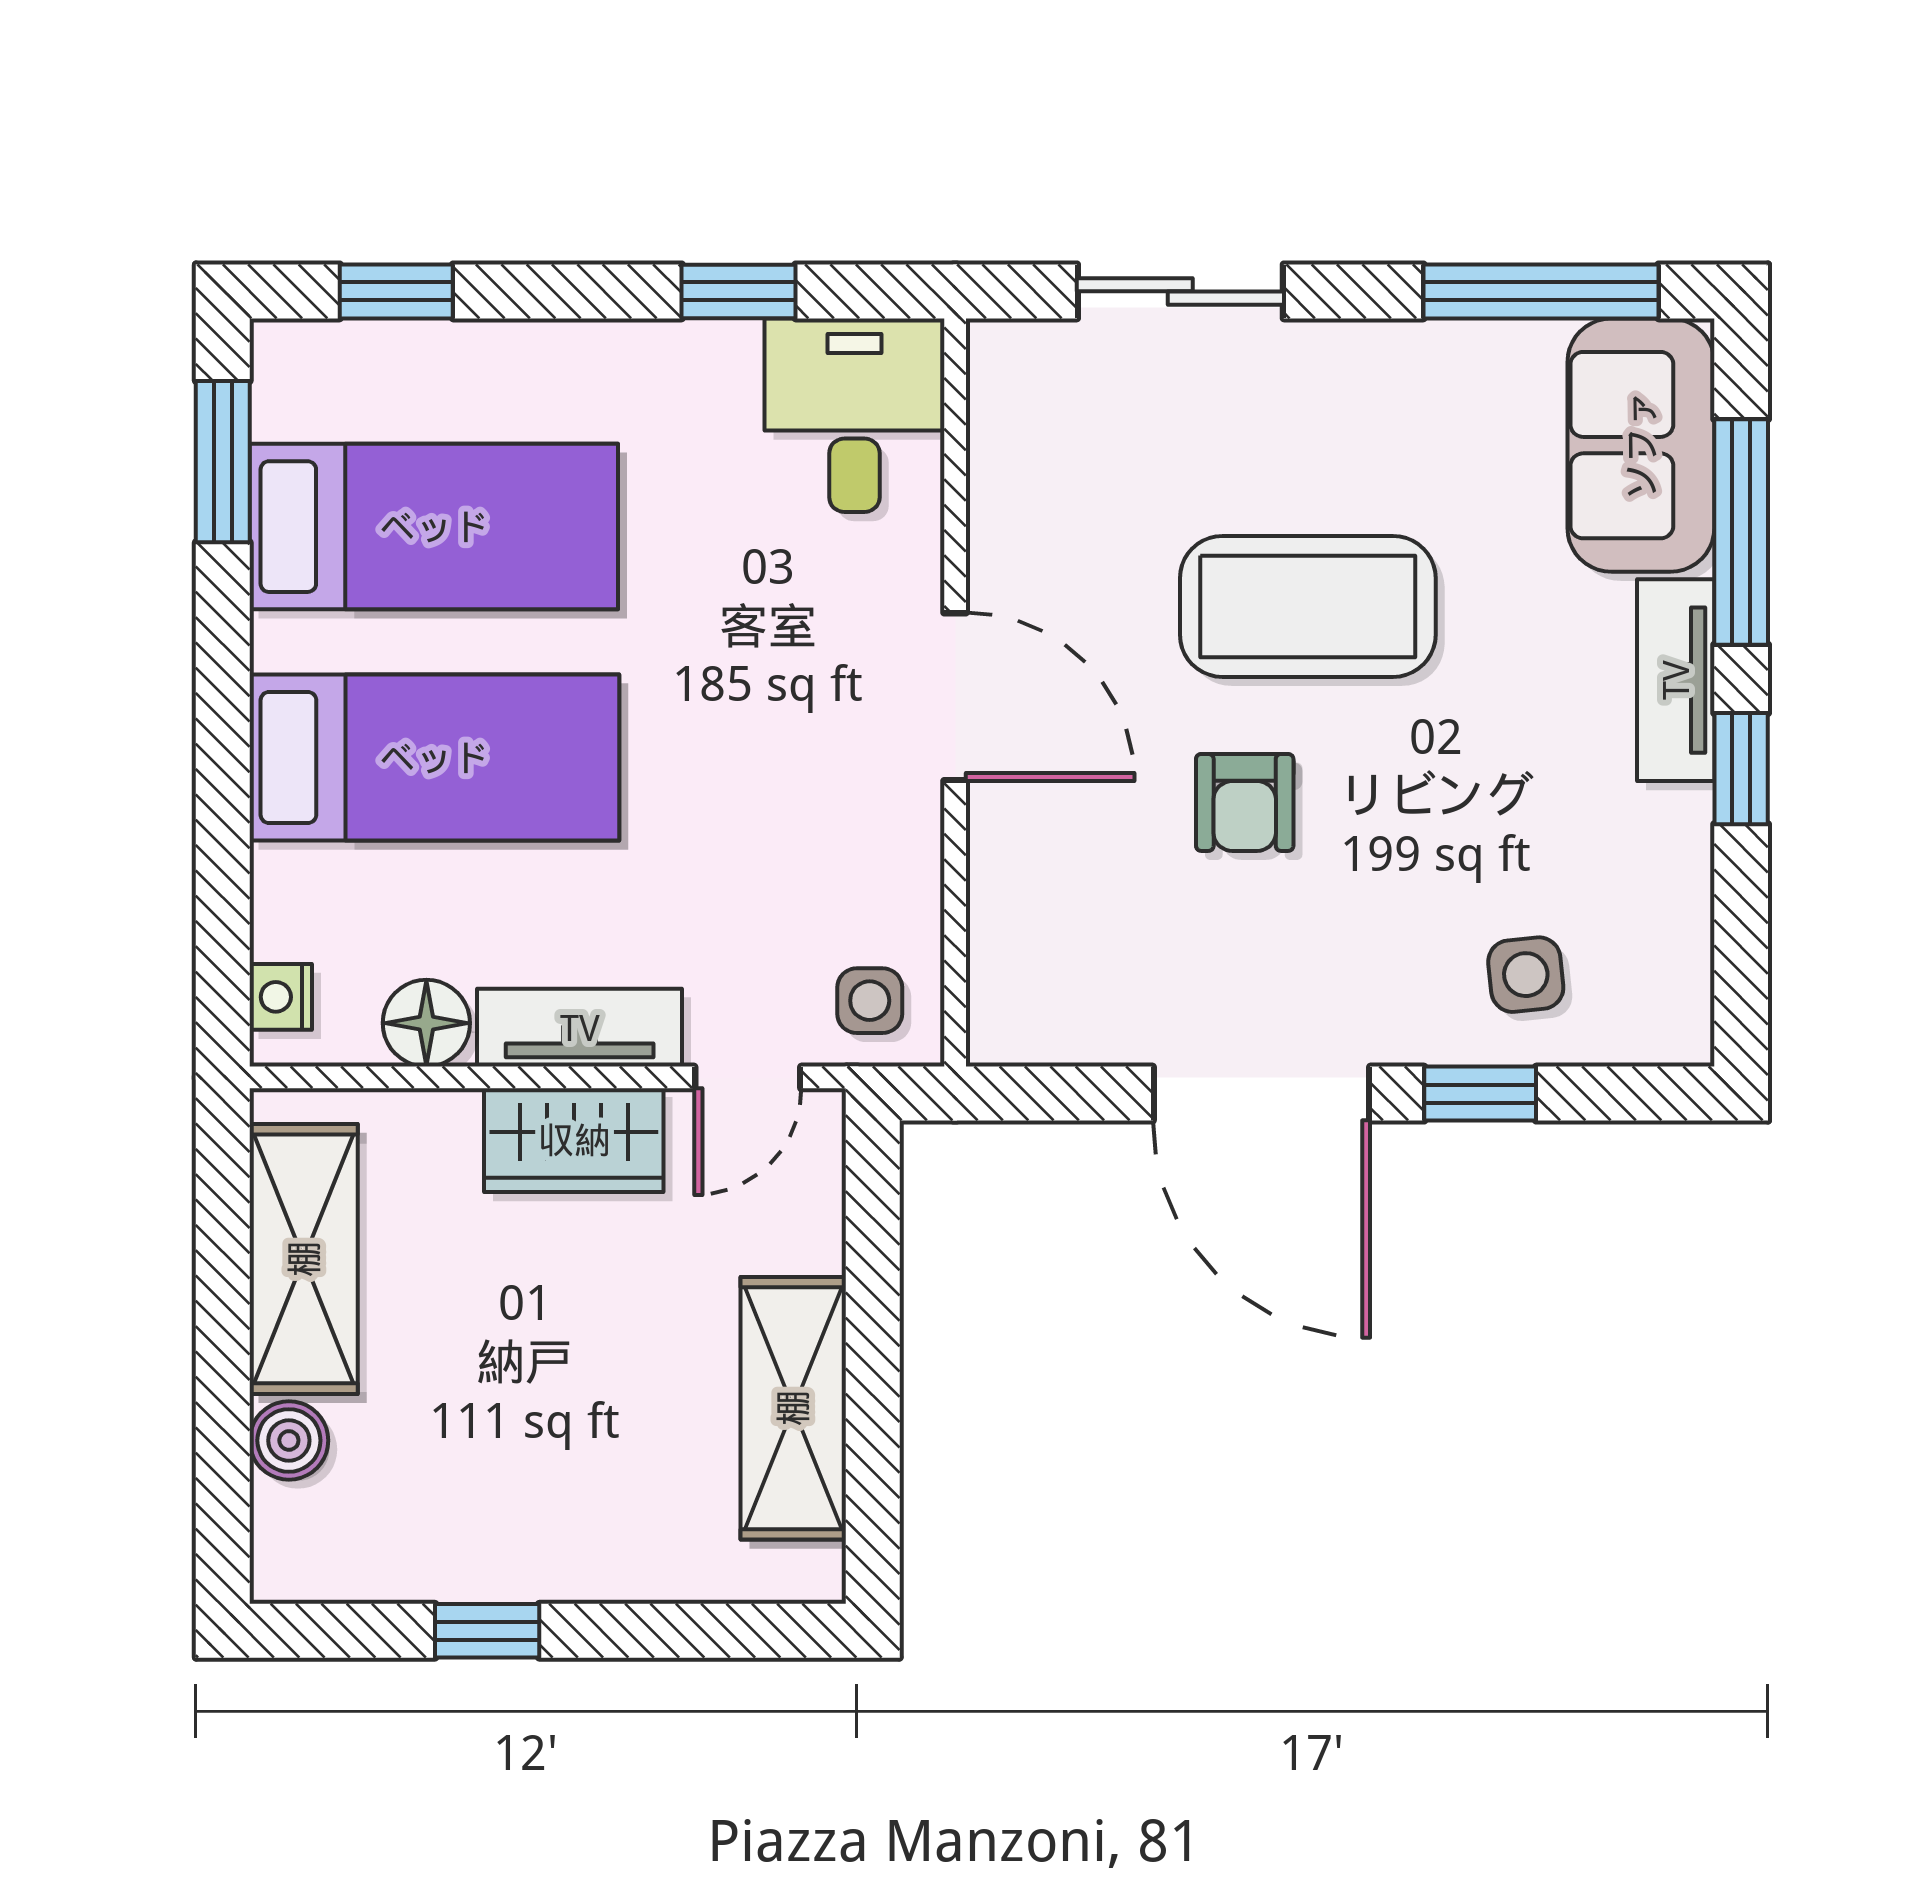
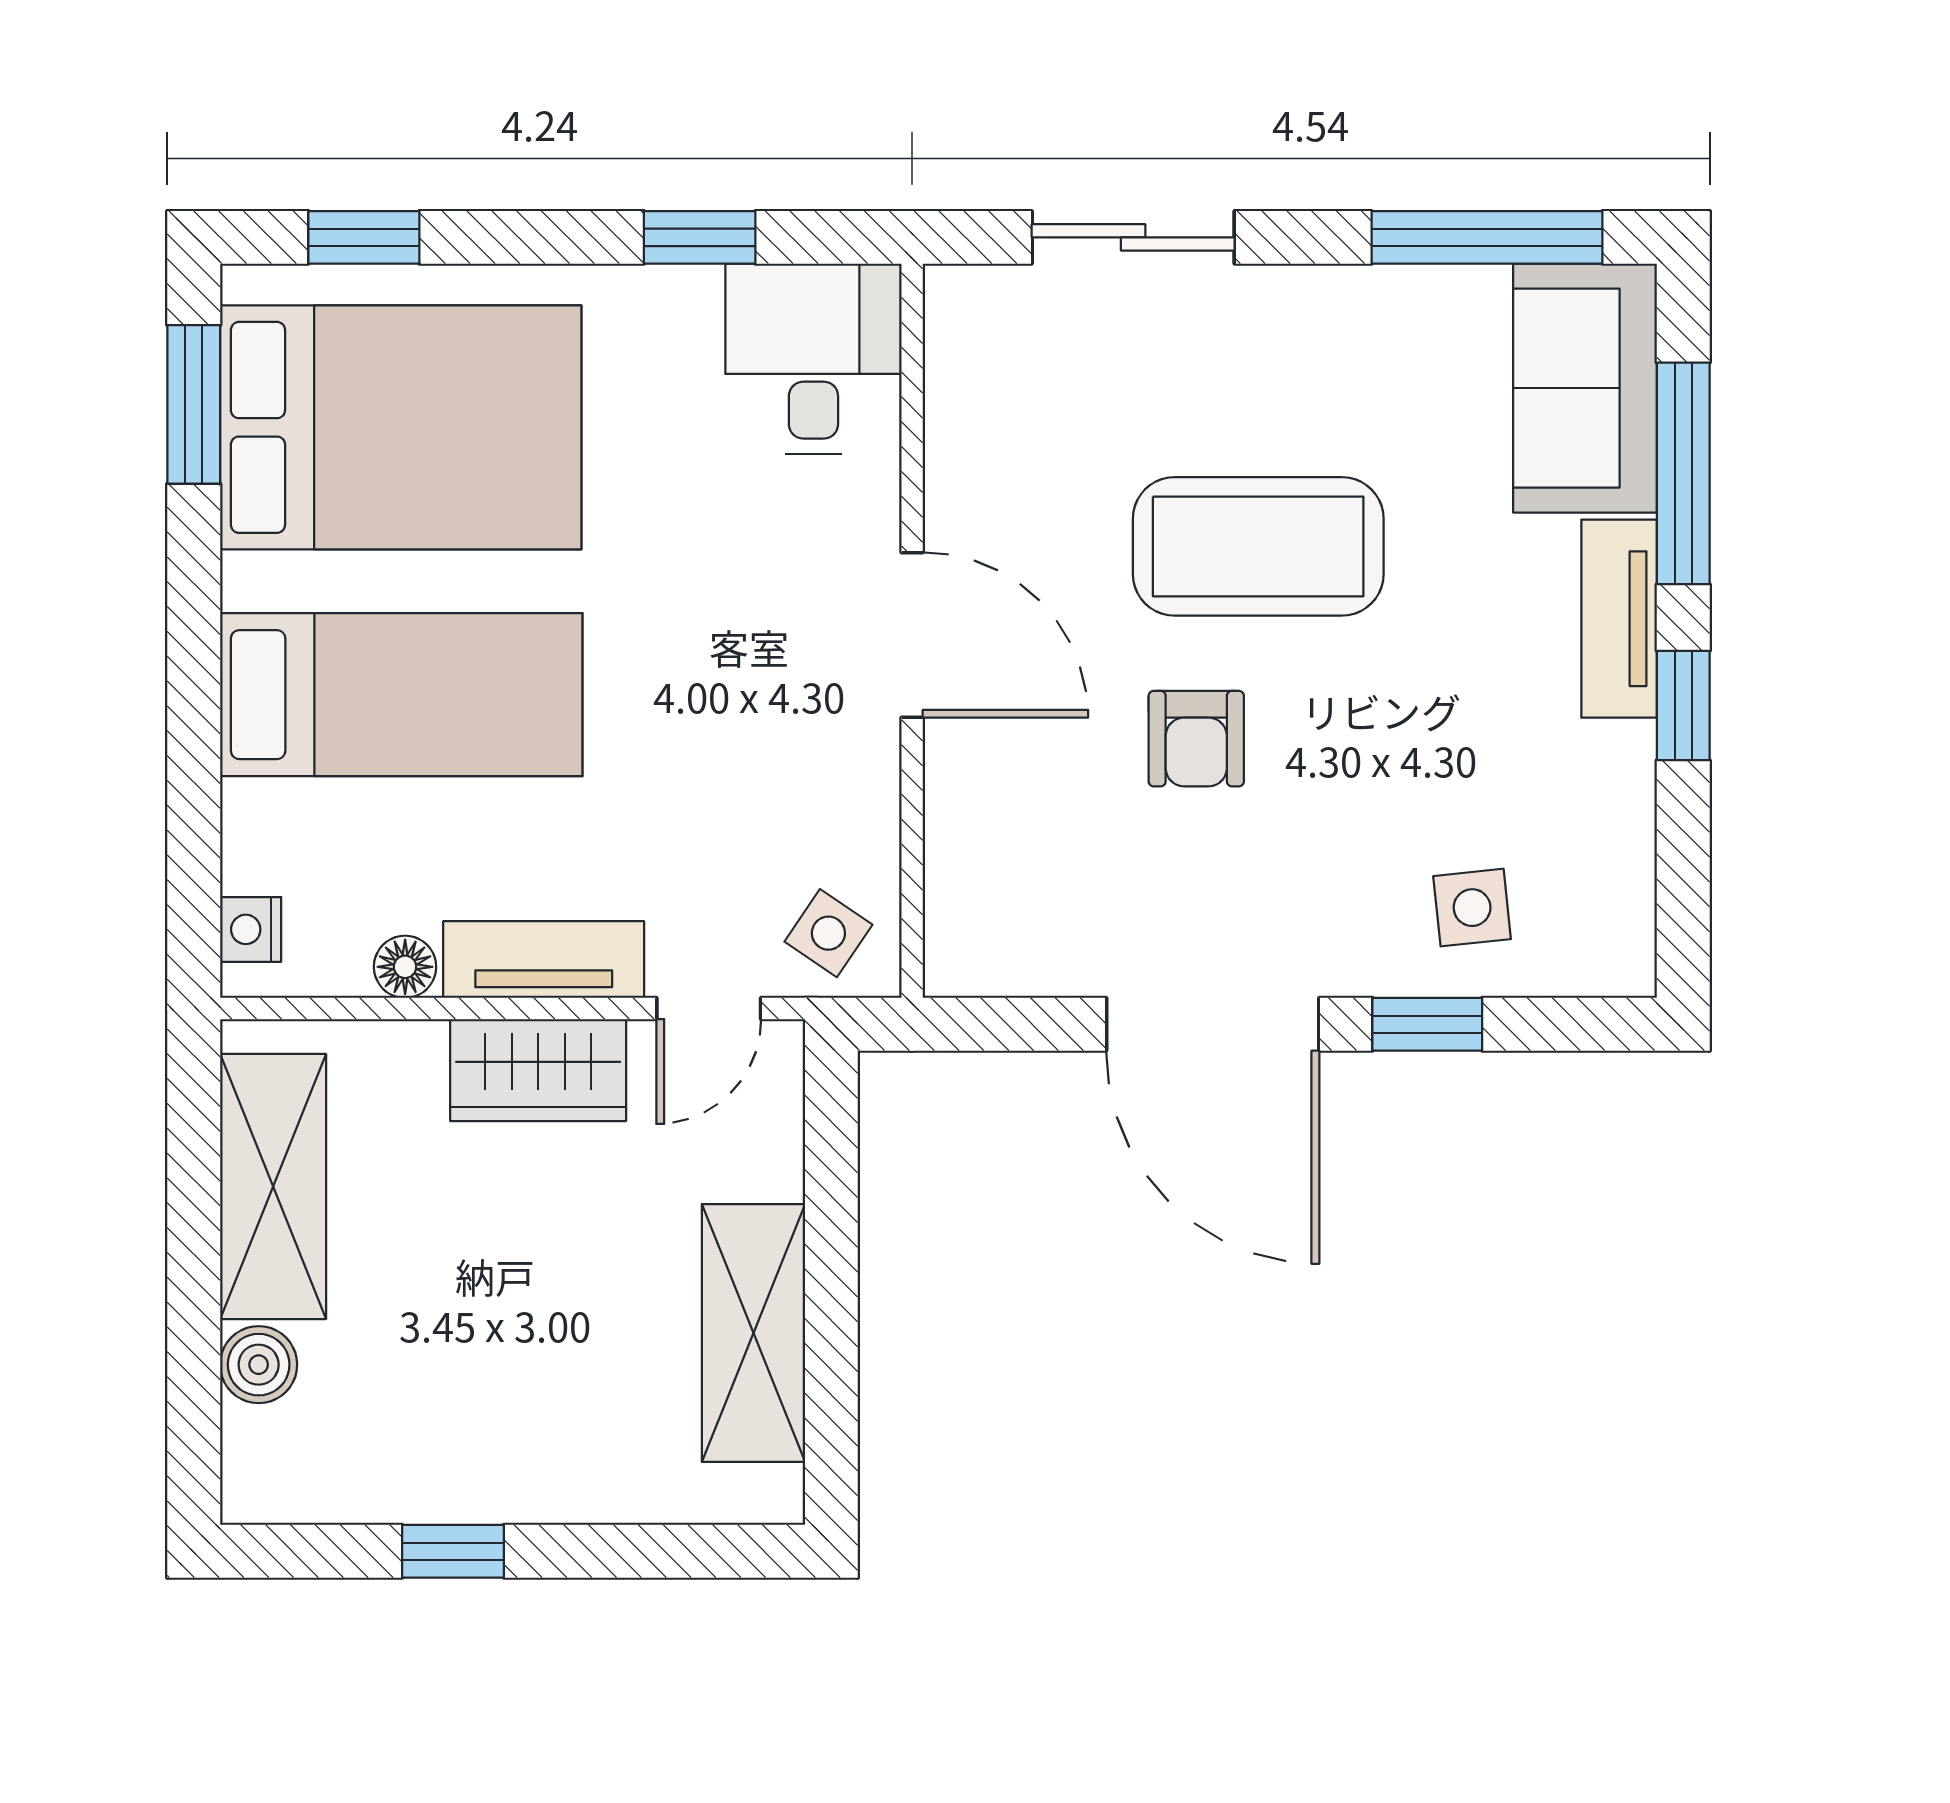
bed: (434, 527) -> (401, 427), width x1.50
side table: (870, 1001) -> (828, 933), turned 34
floor lamp: (426, 1023) -> (405, 967), width x0.73, depth x0.73

